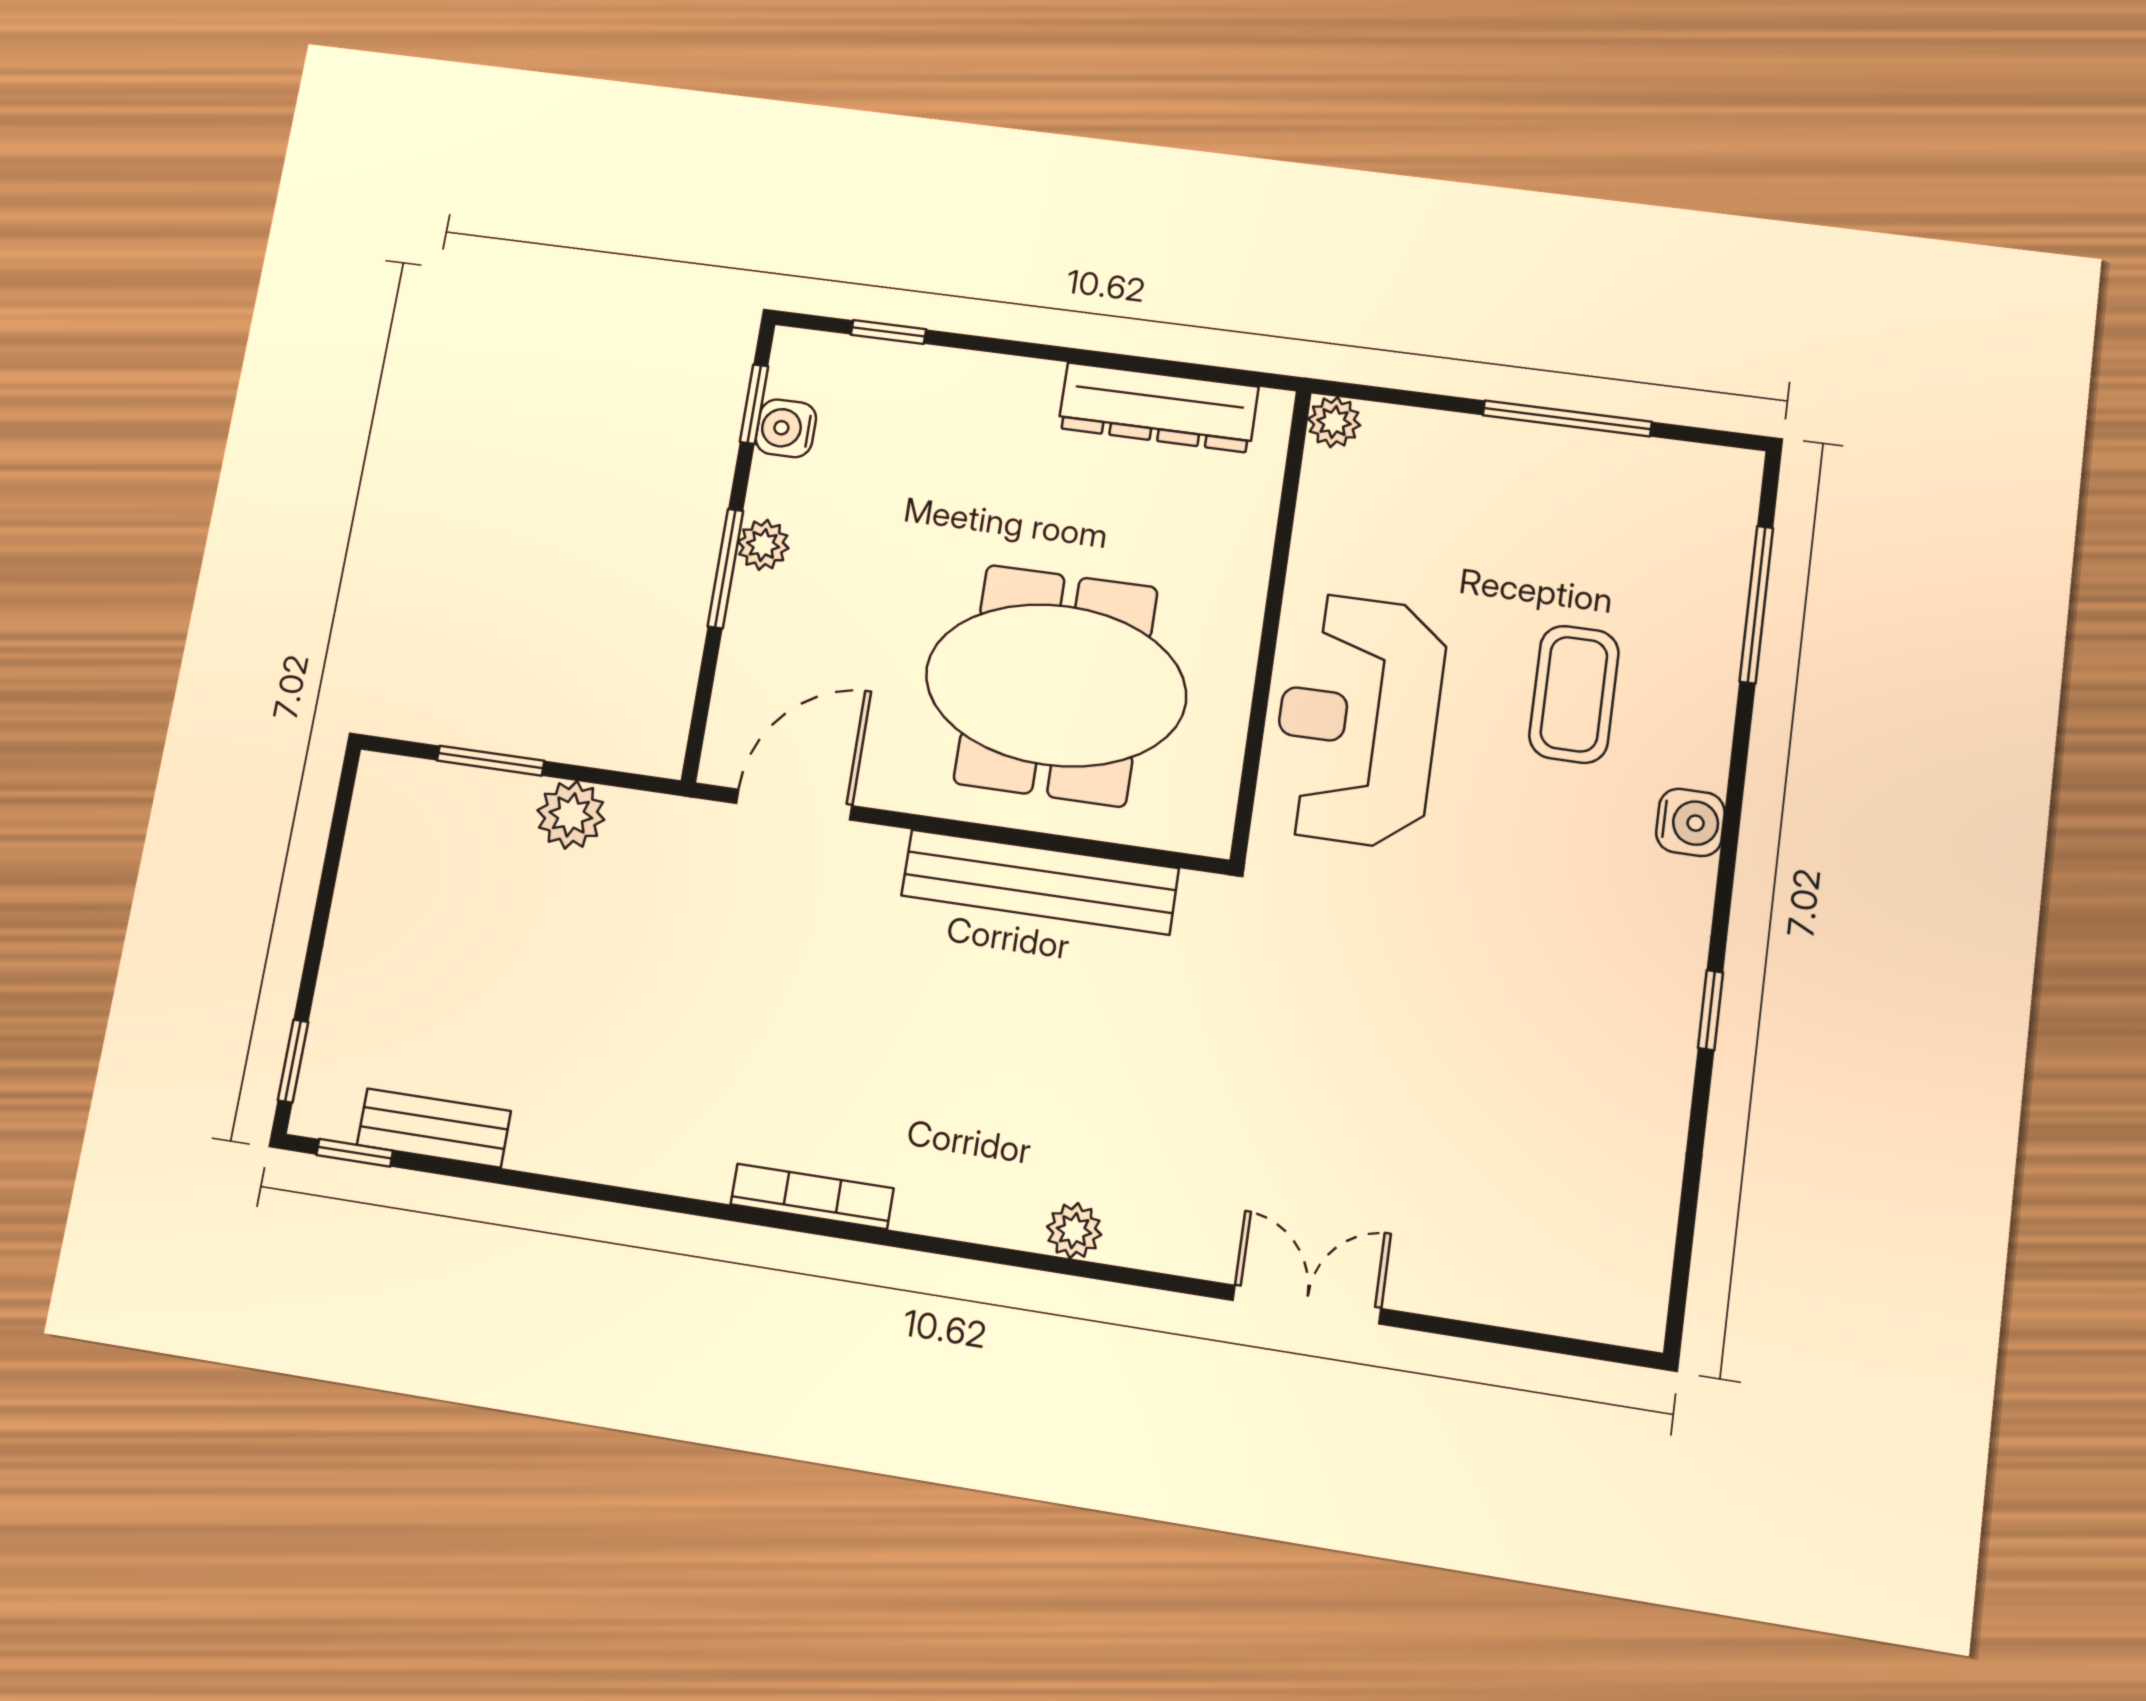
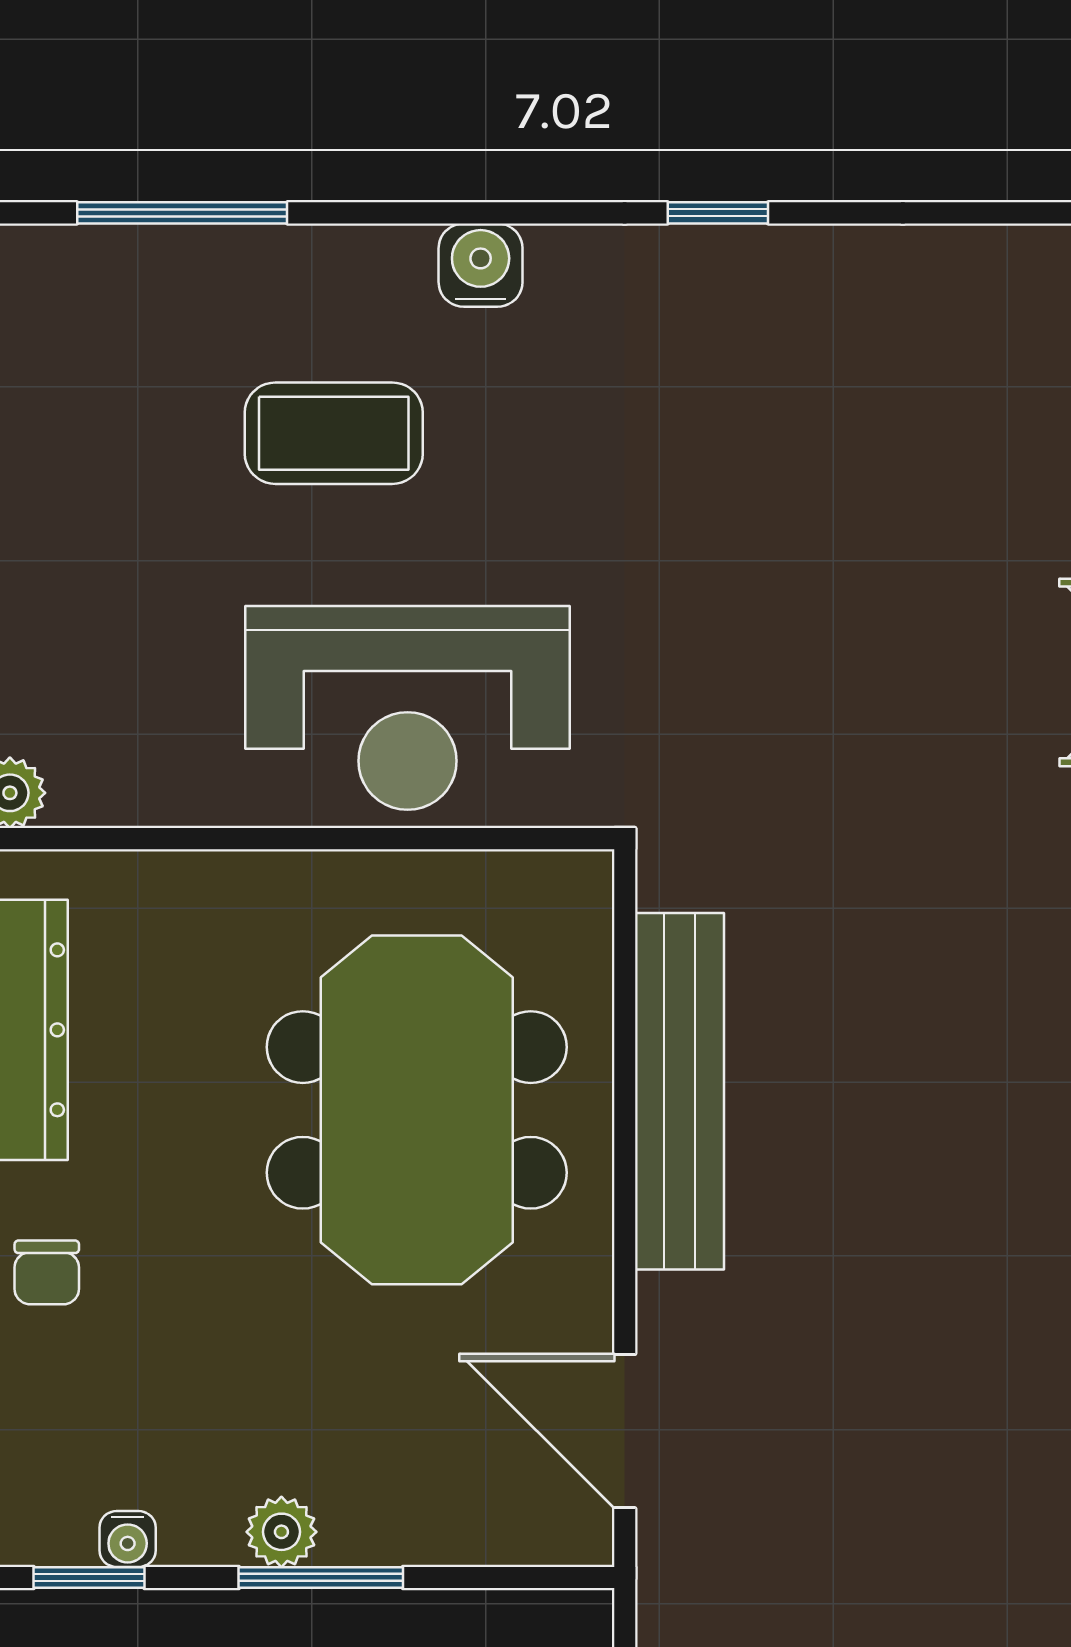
chair: (978, 403) -> (47, 1272), added
water cooler: (786, 428) -> (128, 1539), width x0.72, depth x0.72

